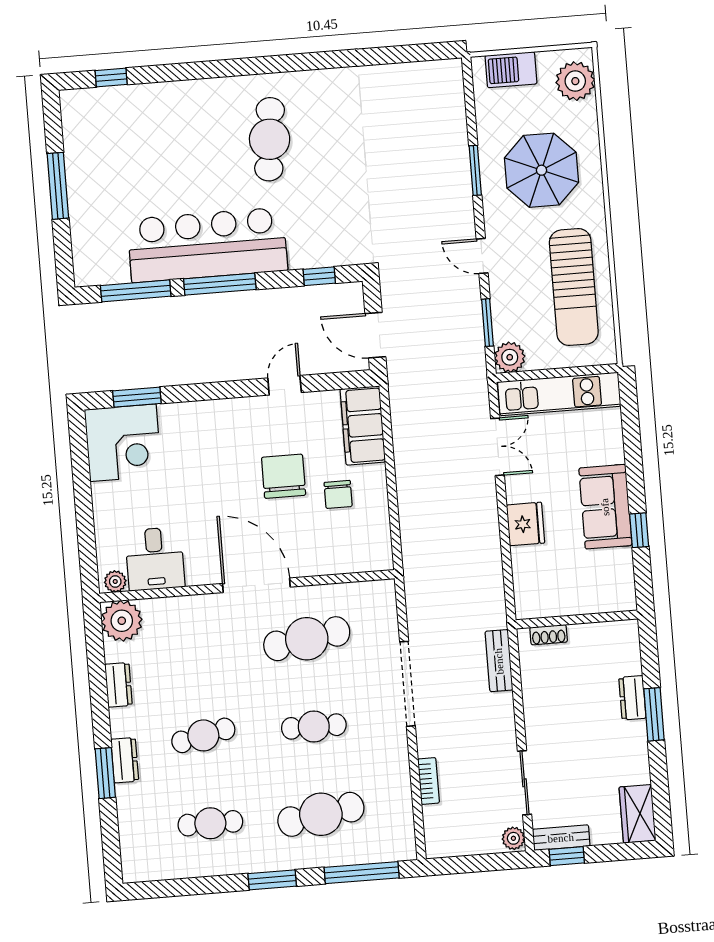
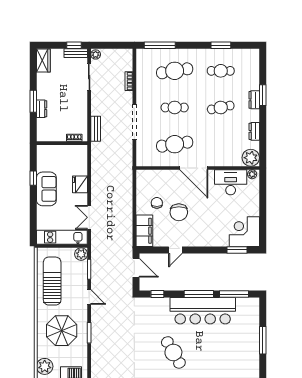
cafe table: (270, 139) -> (173, 352), turned -36
desk: (155, 559) -> (231, 182), width x1.37
window: (272, 880) -> (221, 45), moved

